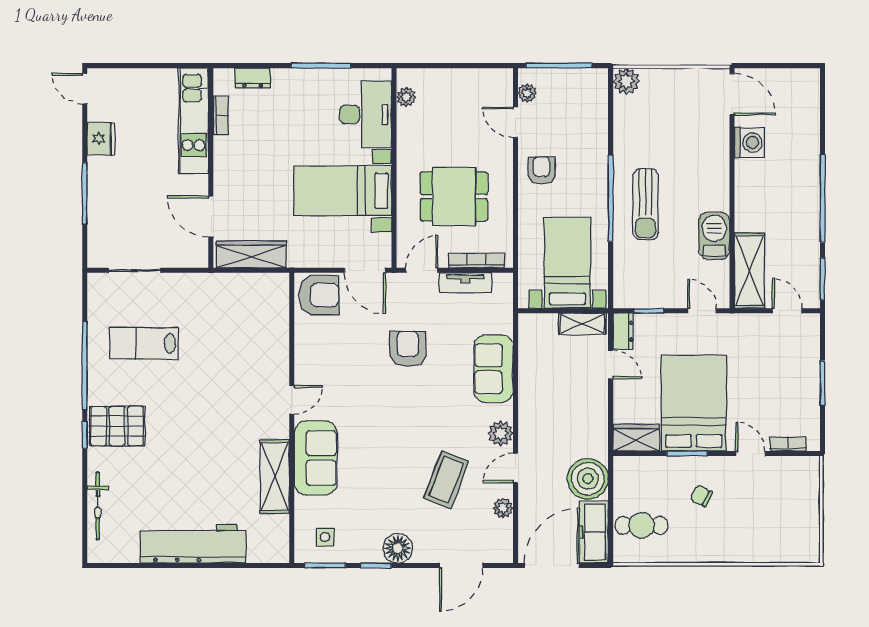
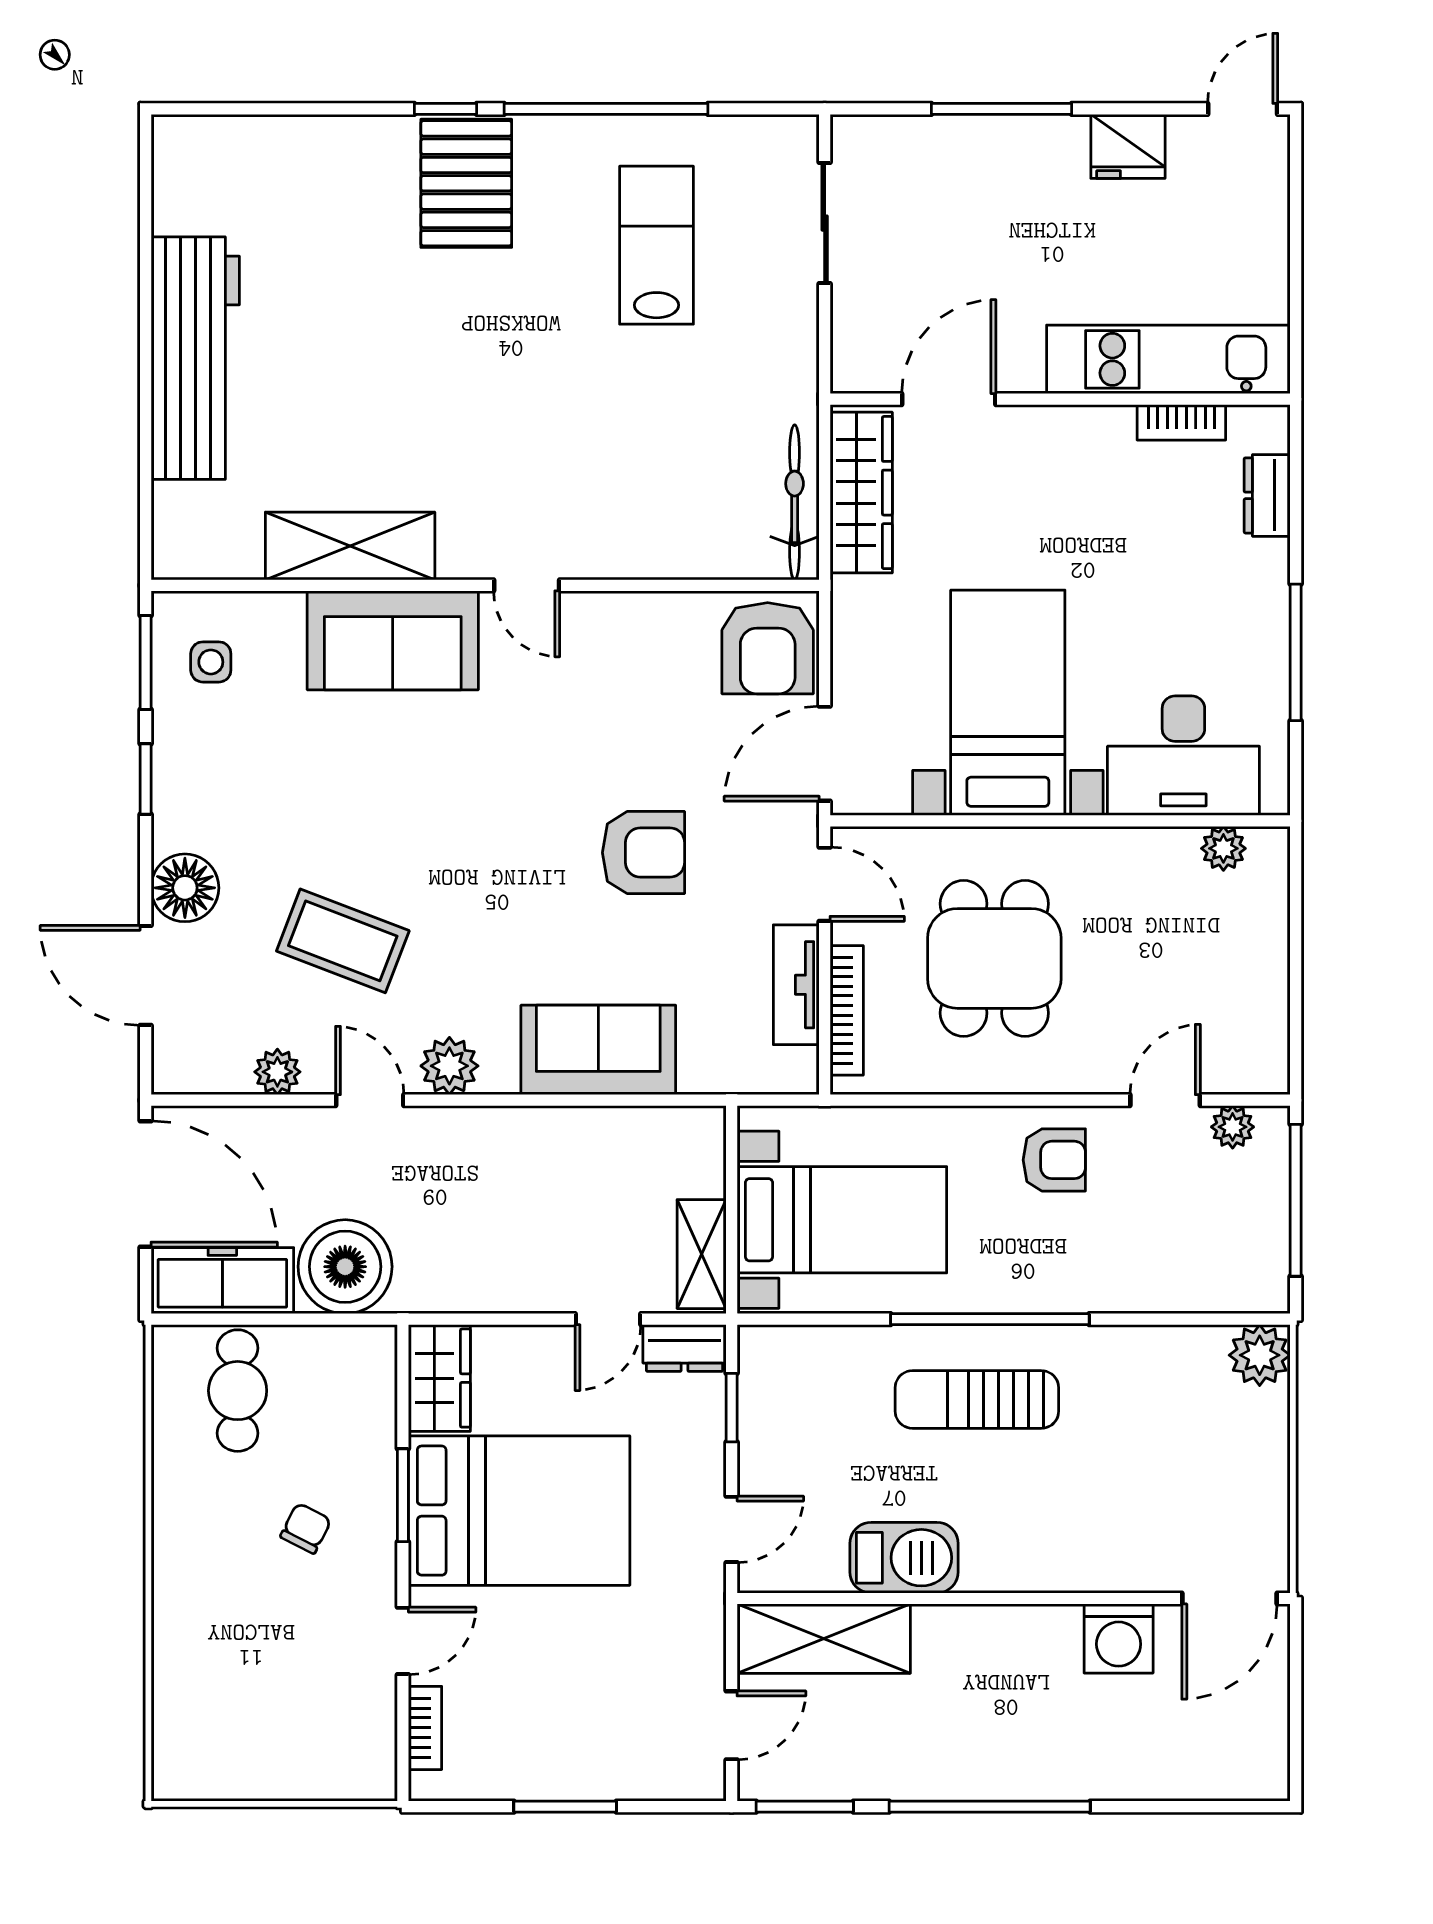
bicycle: (98, 506) -> (795, 502), moved, turned 90
floor lamp: (398, 548) -> (185, 888), moved

